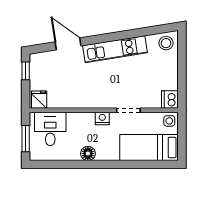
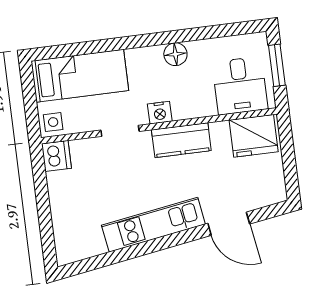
stool: (166, 43) -> (74, 245), removed
window: (26, 71) -> (290, 173), removed
fridge: (39, 100) -> (254, 136), width x1.88, depth x1.34
kitchen counter: (91, 100) -> (181, 140), added

